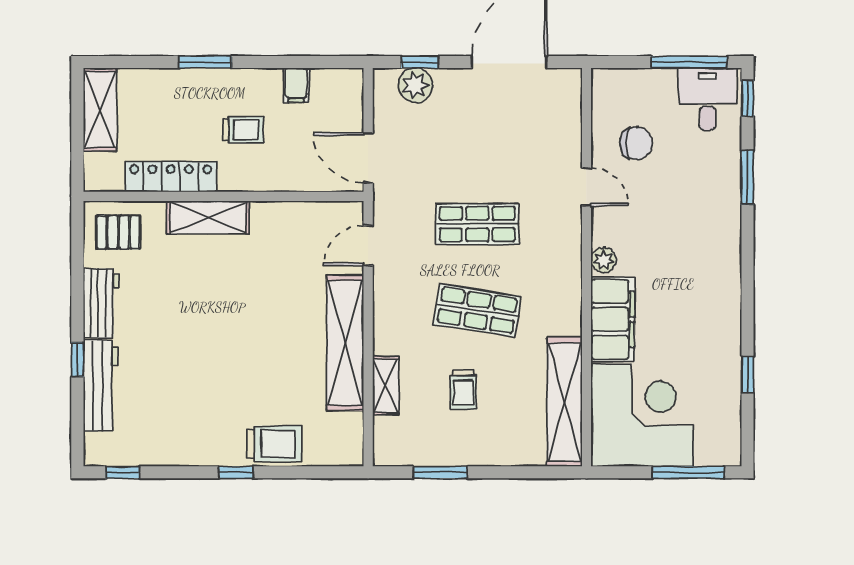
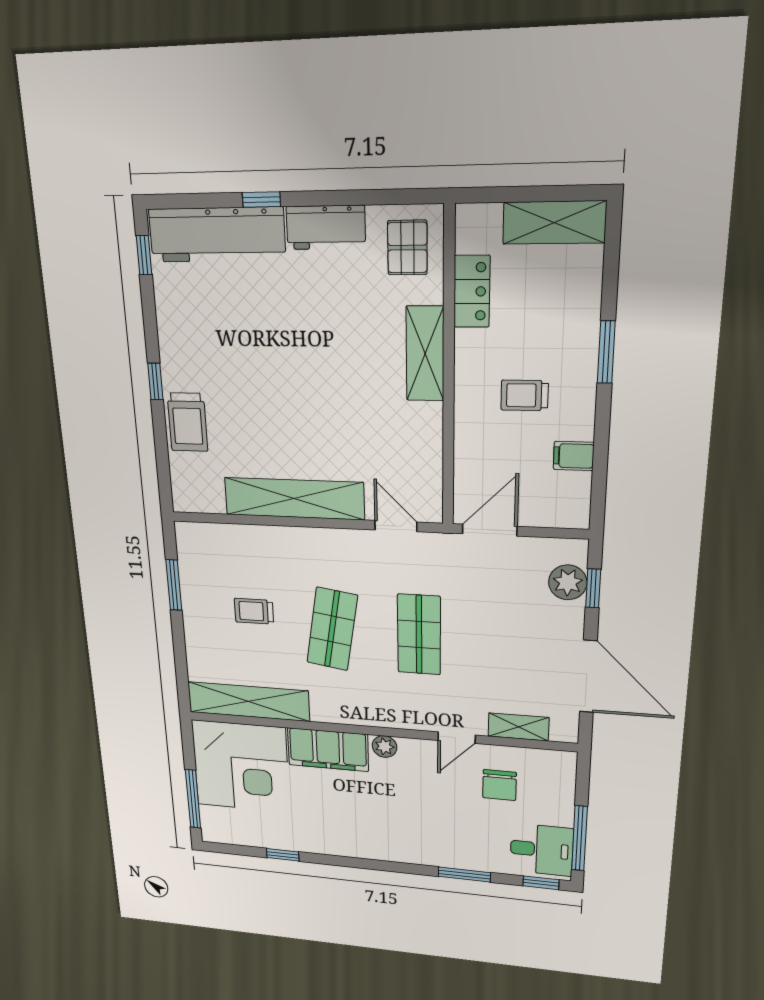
trolley: (243, 130) -> (524, 395), turned 90
locker: (171, 177) -> (472, 291), width x0.66
workbench: (100, 386) -> (217, 235), width x1.36, depth x1.32
shelving: (386, 386) -> (518, 727), moved

